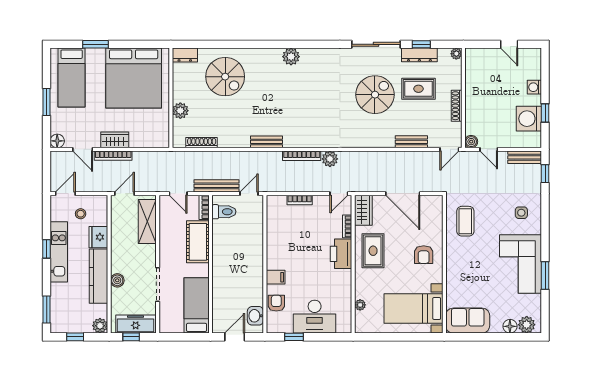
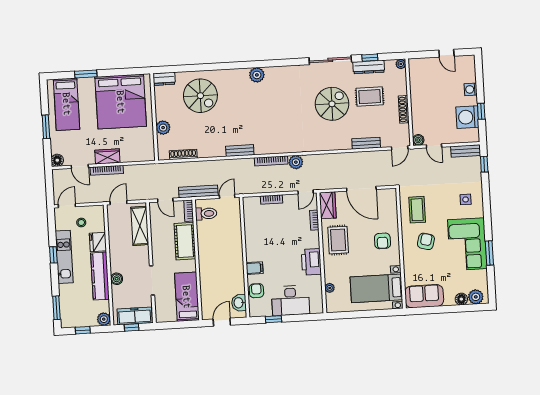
printer: (341, 254) -> (311, 262), moved
armchair: (473, 258) -> (426, 241), added

